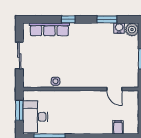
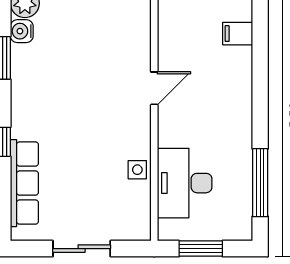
door: (114, 89) -> (154, 88), moved
desk: (35, 117) -> (185, 183), moved, turned 90

